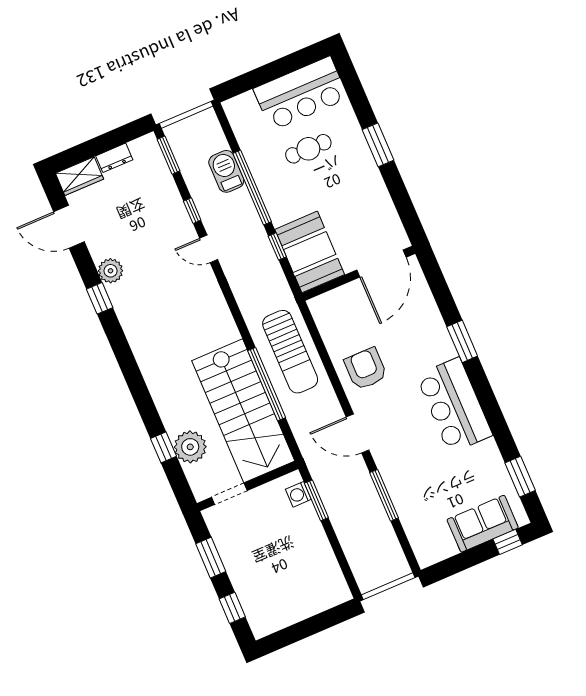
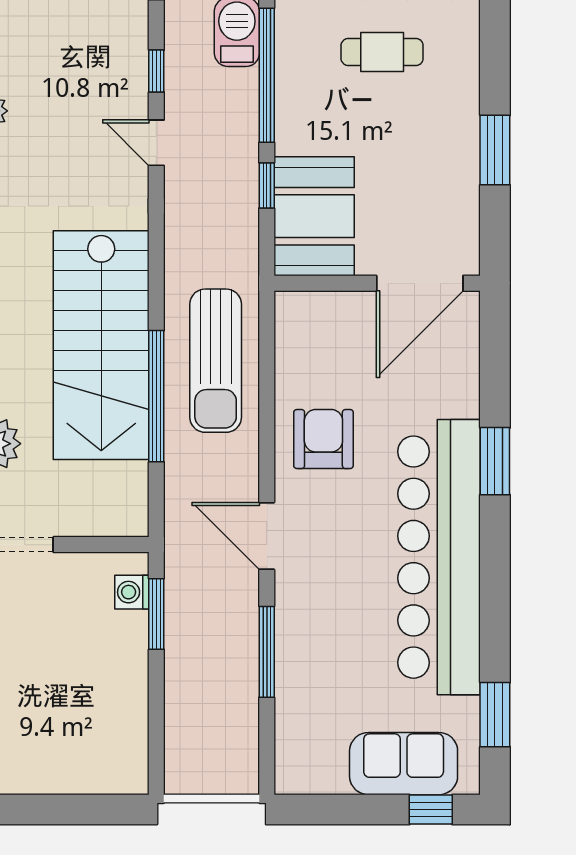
window: (378, 145) -> (495, 150), moved
bar counter: (454, 405) -> (439, 557), width x1.86
stairs: (243, 411) -> (101, 345), moved

